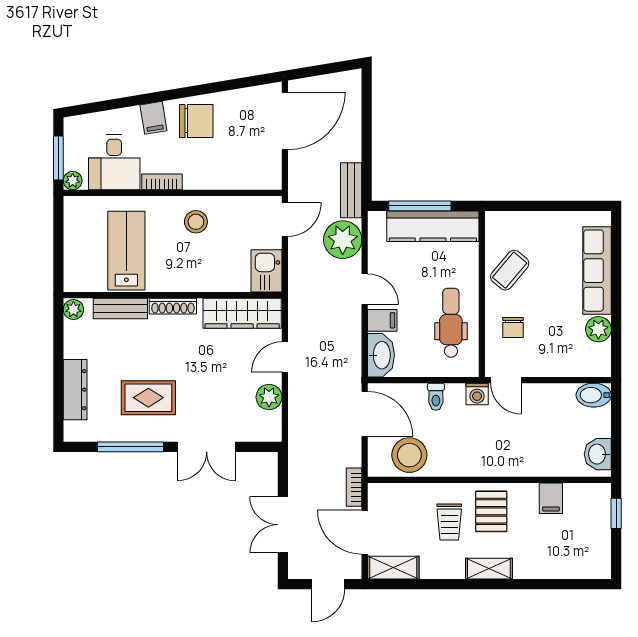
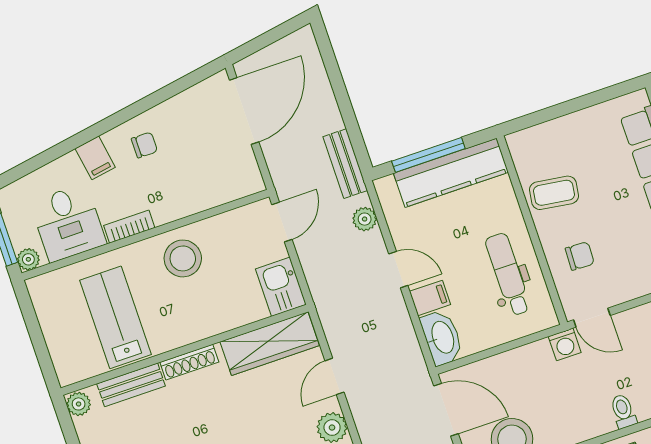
chair: (196, 121) -> (144, 145), width x0.54, depth x0.54
stool: (196, 222) -> (183, 258), width x1.38, depth x1.38
plant: (343, 240) -> (365, 219), width x0.53, depth x0.53
coffee table: (510, 270) -> (554, 193), turned 58
chair: (513, 328) -> (580, 256), turned -88
toilet: (436, 397) -> (623, 411), moved, turned 180

